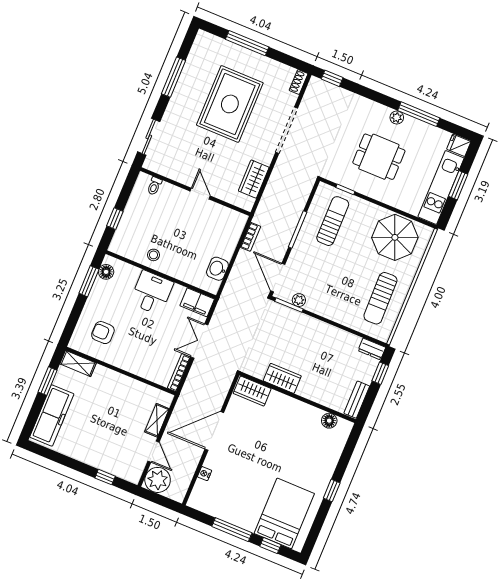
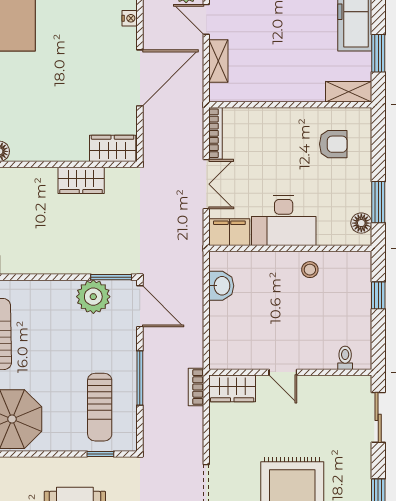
wardrobe: (254, 179) -> (232, 388), moved, turned 90
bookcase: (250, 237) -> (196, 387), moved
desk: (152, 293) -> (284, 220), width x1.37
plant: (299, 300) -> (93, 297), width x1.87, depth x1.87

